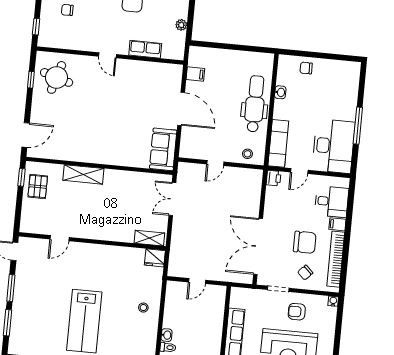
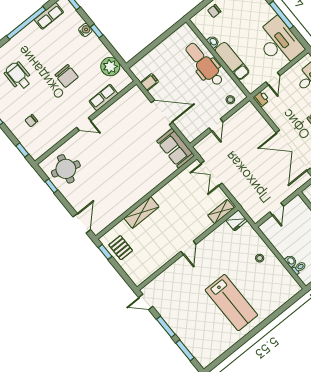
plant: (181, 25) -> (110, 67), width x1.88, depth x1.88
exam couch: (278, 143) -> (232, 61), moved
door: (60, 238) -> (188, 248), moved

